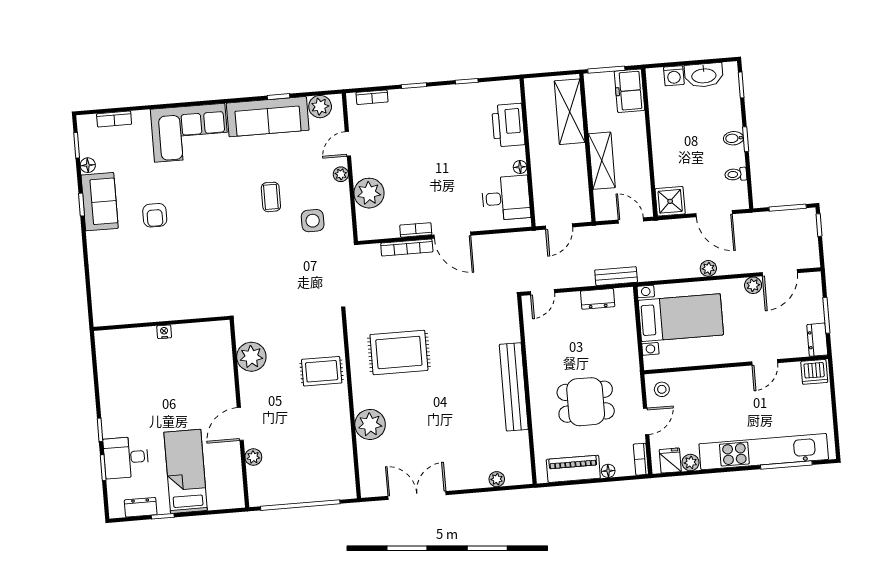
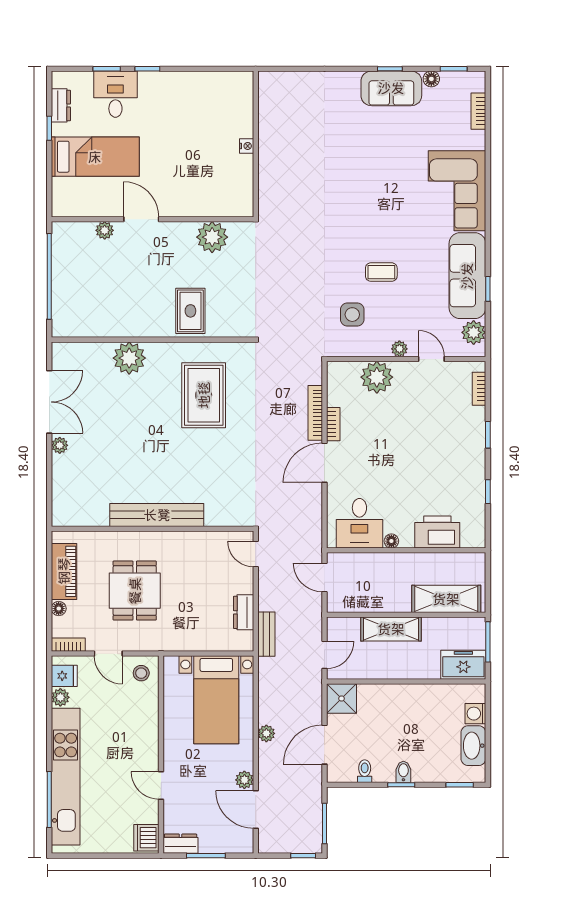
armchair: (155, 215) -> (372, 146), removed
plant: (497, 479) -> (60, 445), moved

